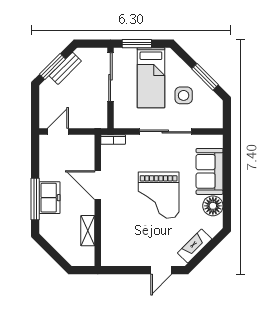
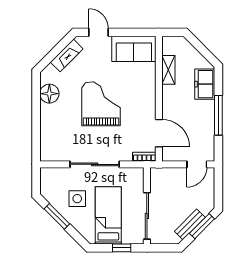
window: (137, 44) -> (122, 248), width x0.67
sofa: (210, 171) -> (134, 49), moved, turned 90
door: (98, 185) -> (159, 133), moved
freezer: (50, 198) -> (205, 84), moved
window: (35, 199) -> (218, 115), moved
door: (161, 270) -> (98, 32), hinge flipped

